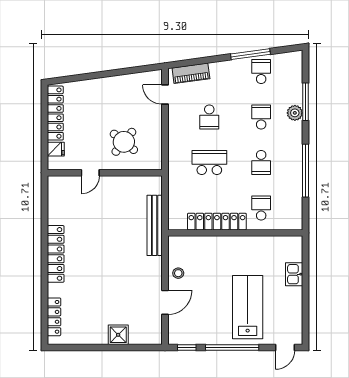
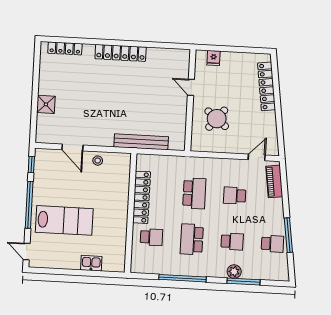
locker: (55, 113) -> (267, 86), moved, turned 82
school desk: (261, 162) -> (192, 239), width x1.85

